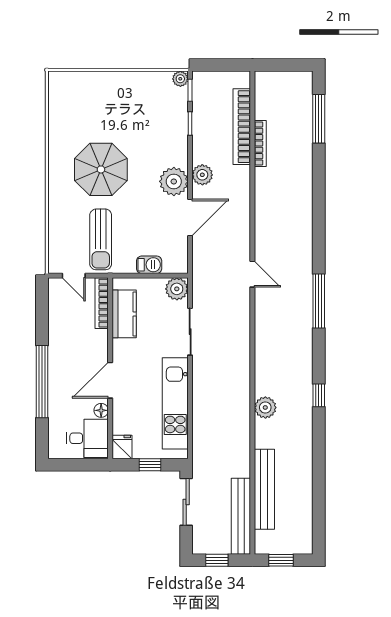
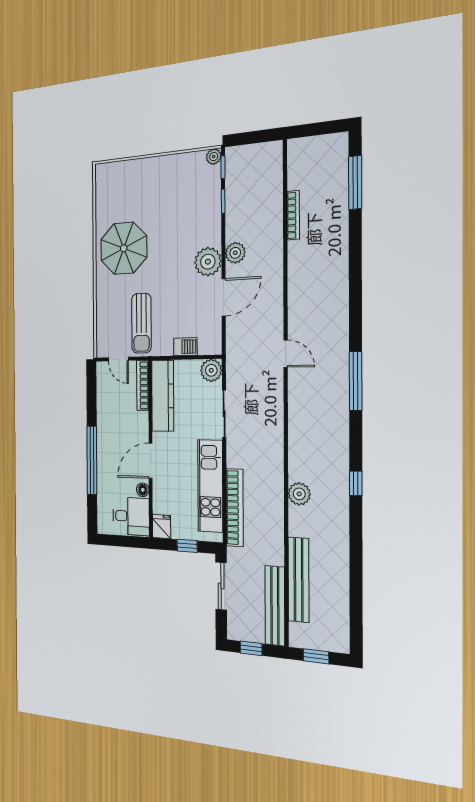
bookcase: (242, 127) -> (235, 508), moved, turned 180
parasol: (101, 169) -> (124, 248), moved
kitchen counter: (124, 314) -> (163, 396), width x1.50

